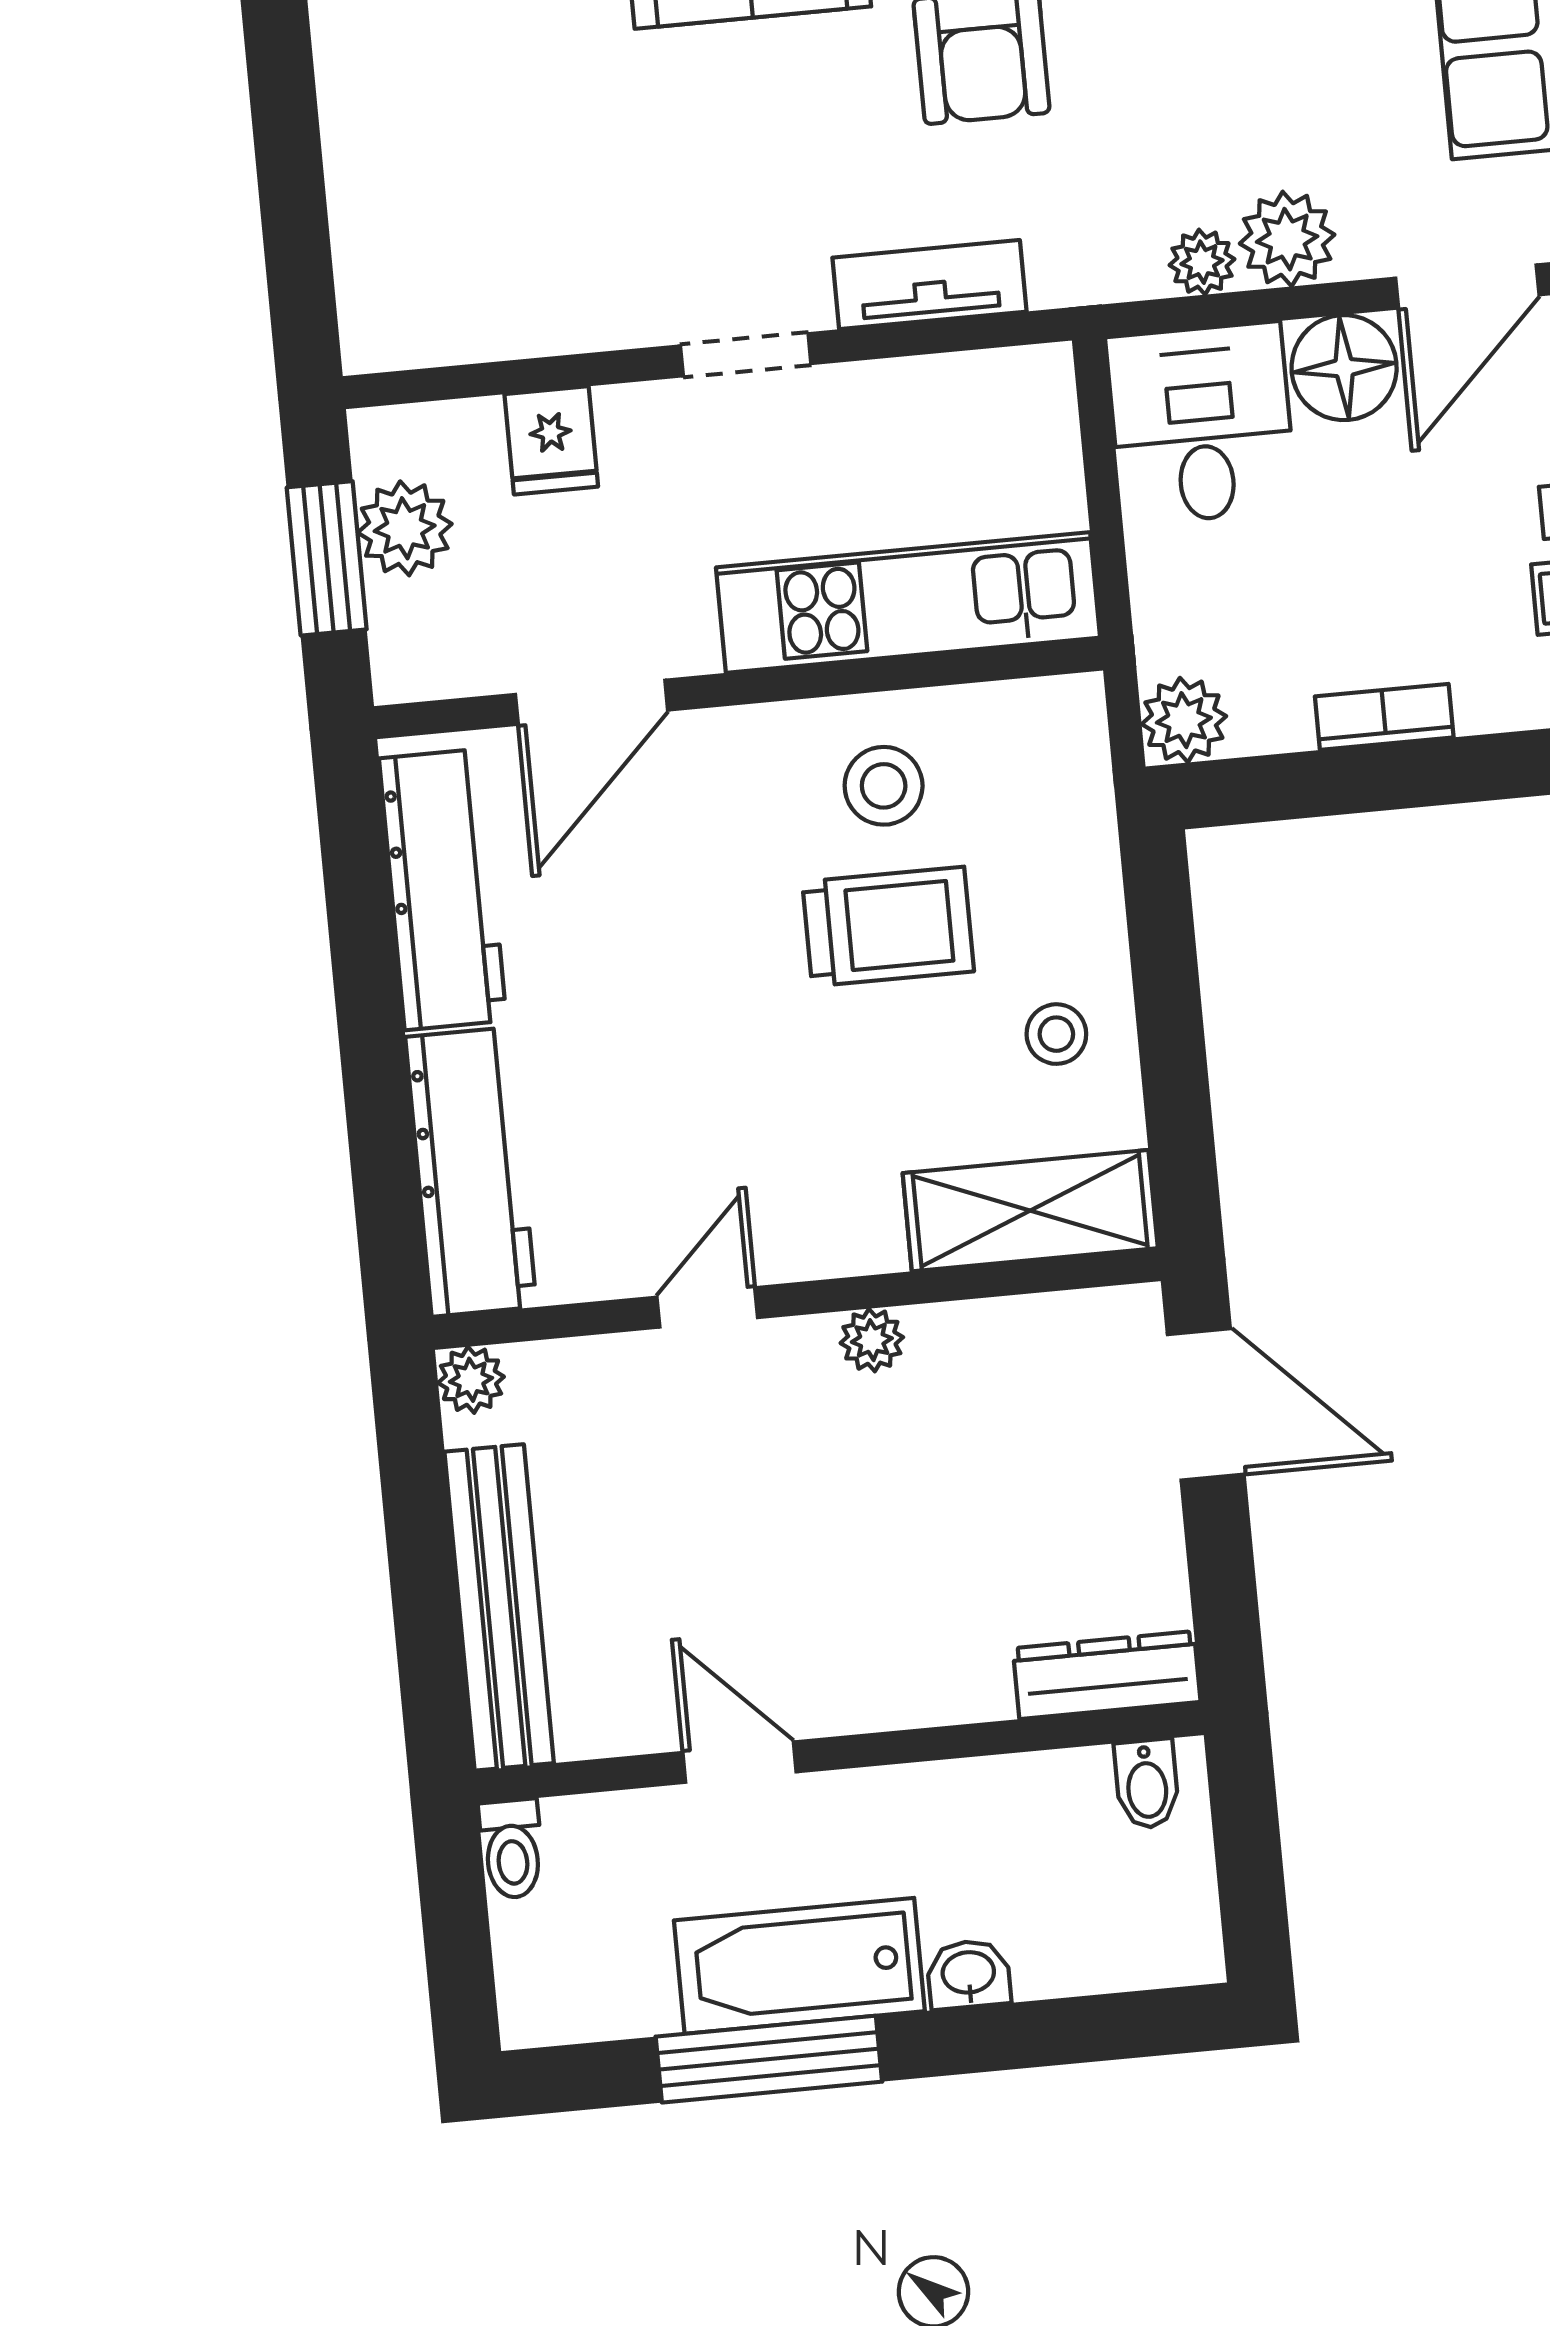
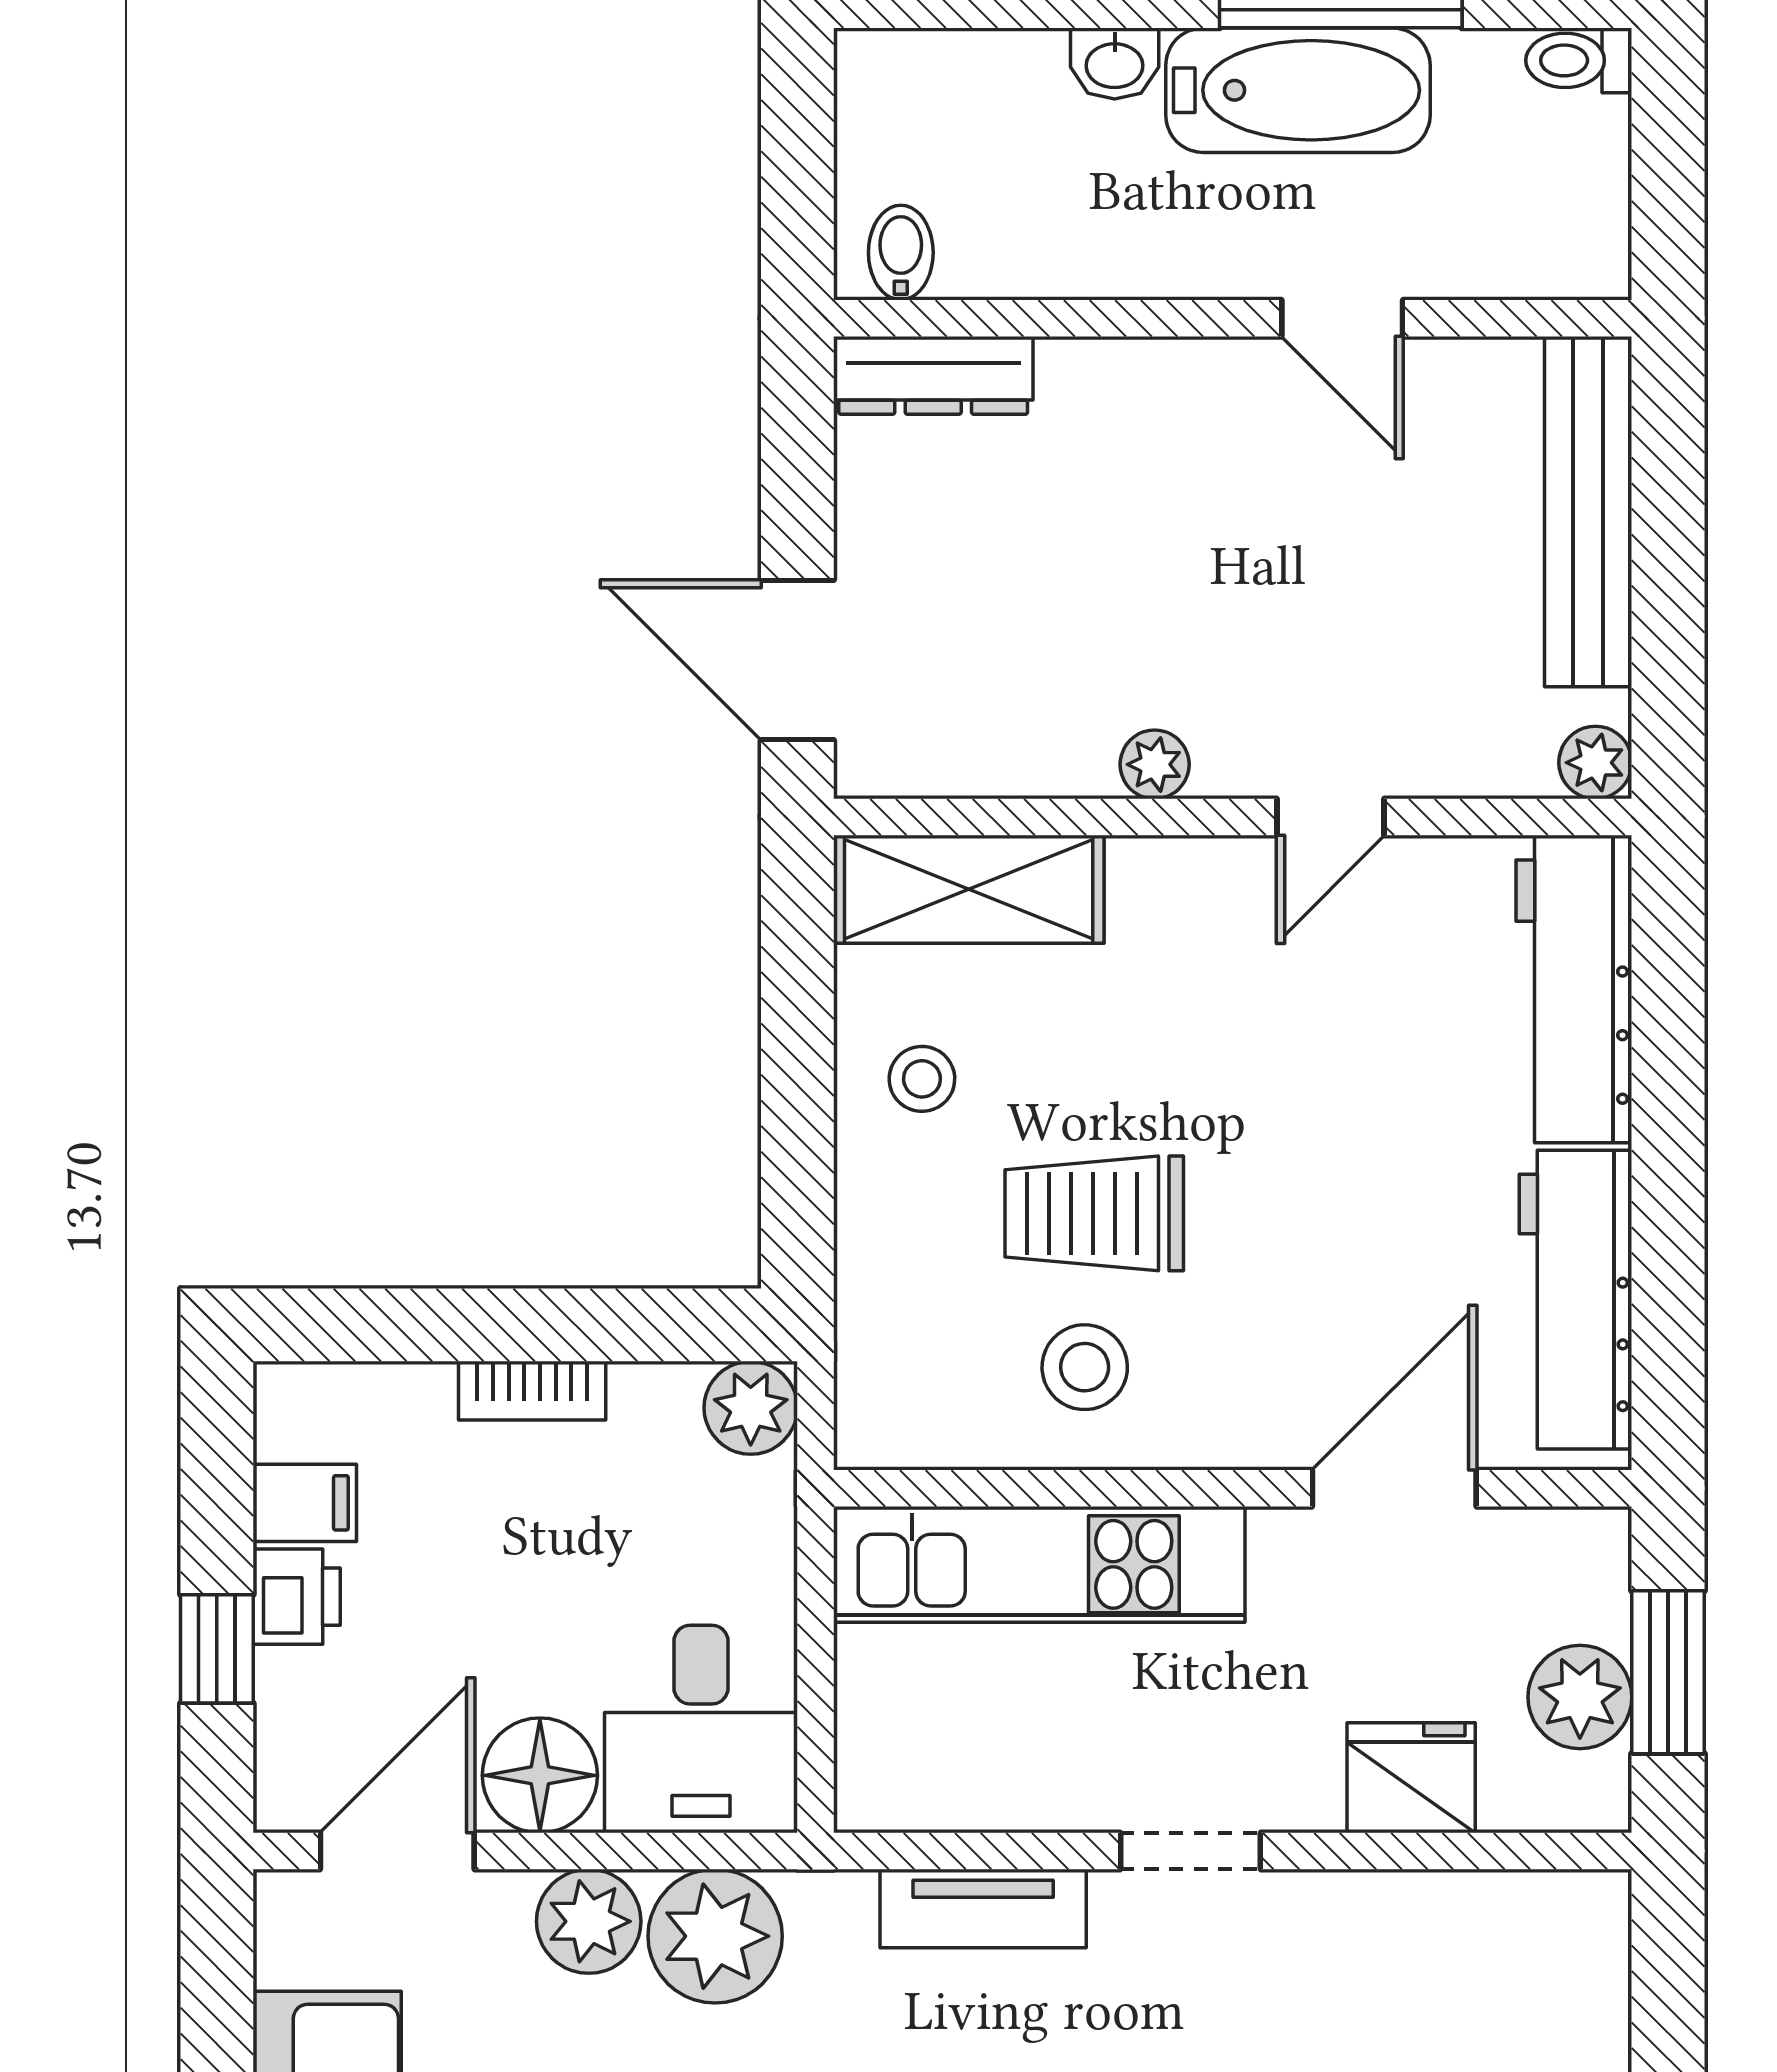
plant: (1202, 262) -> (715, 1936), width x1.88, depth x1.88
fridge: (551, 440) -> (1411, 1778), width x1.38
toilet: (512, 1849) -> (1579, 60), moved, turned -90

